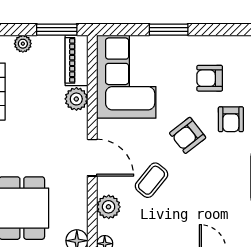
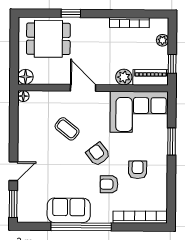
window: (57, 30) -> (172, 64), width x0.67
door: (92, 158) -> (83, 88), swing flipped
plant: (109, 207) -> (49, 99), removed

